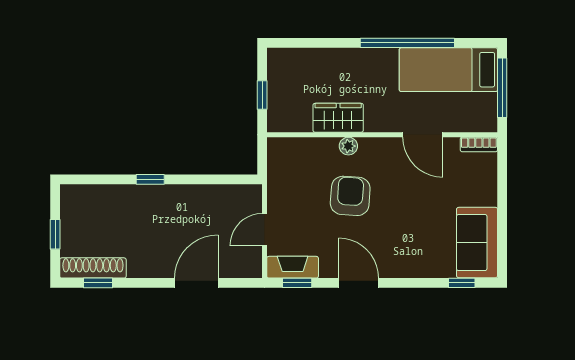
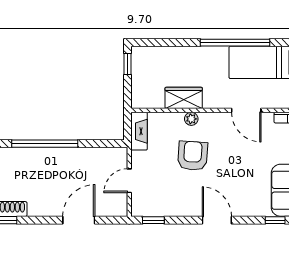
window: (262, 95) -> (128, 64), moved
window: (150, 179) -> (45, 144), width x3.17
fireplace: (293, 267) -> (139, 131), moved, turned 90
door: (359, 283) -> (217, 220), moved

